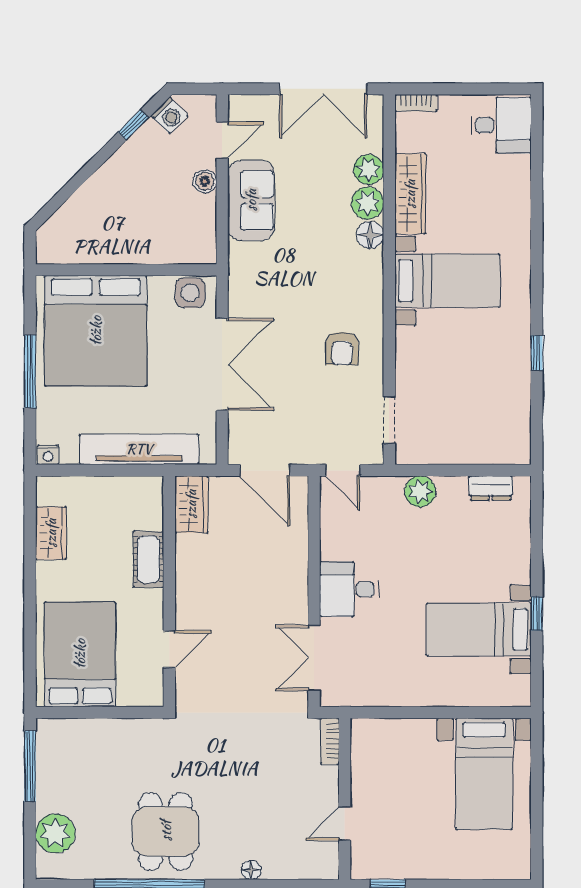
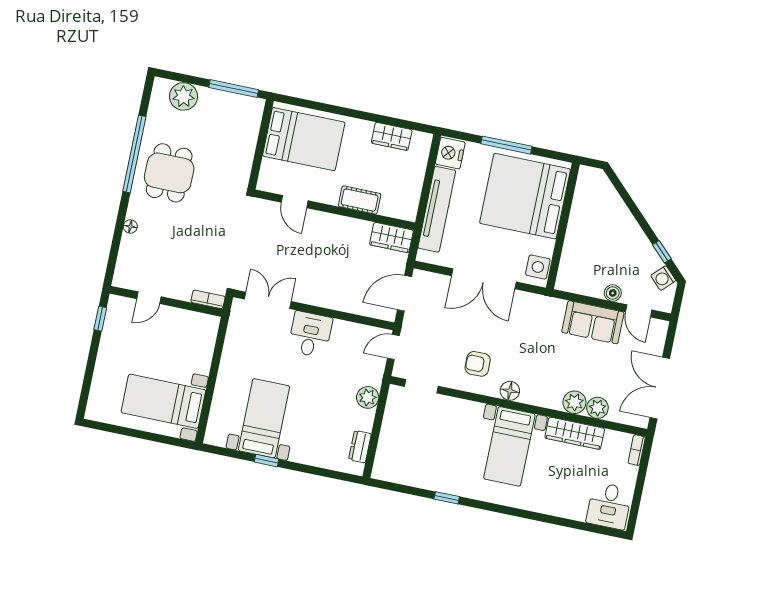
floor lamp: (370, 235) -> (510, 391), moved
nightstand: (48, 455) -> (450, 153), width x1.89, depth x1.79
door: (345, 824) -> (149, 298), swing flipped
dining table: (166, 831) -> (169, 173), turned 90

